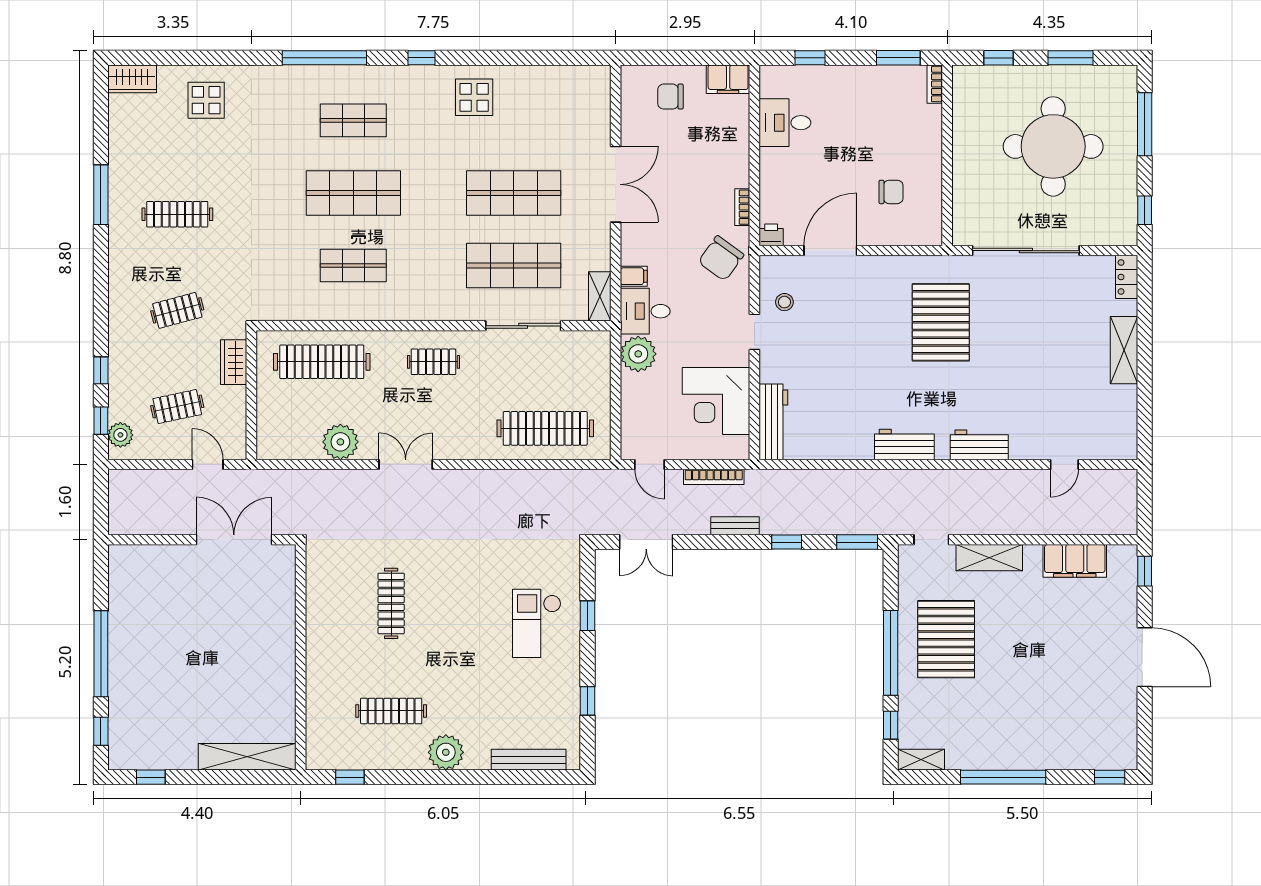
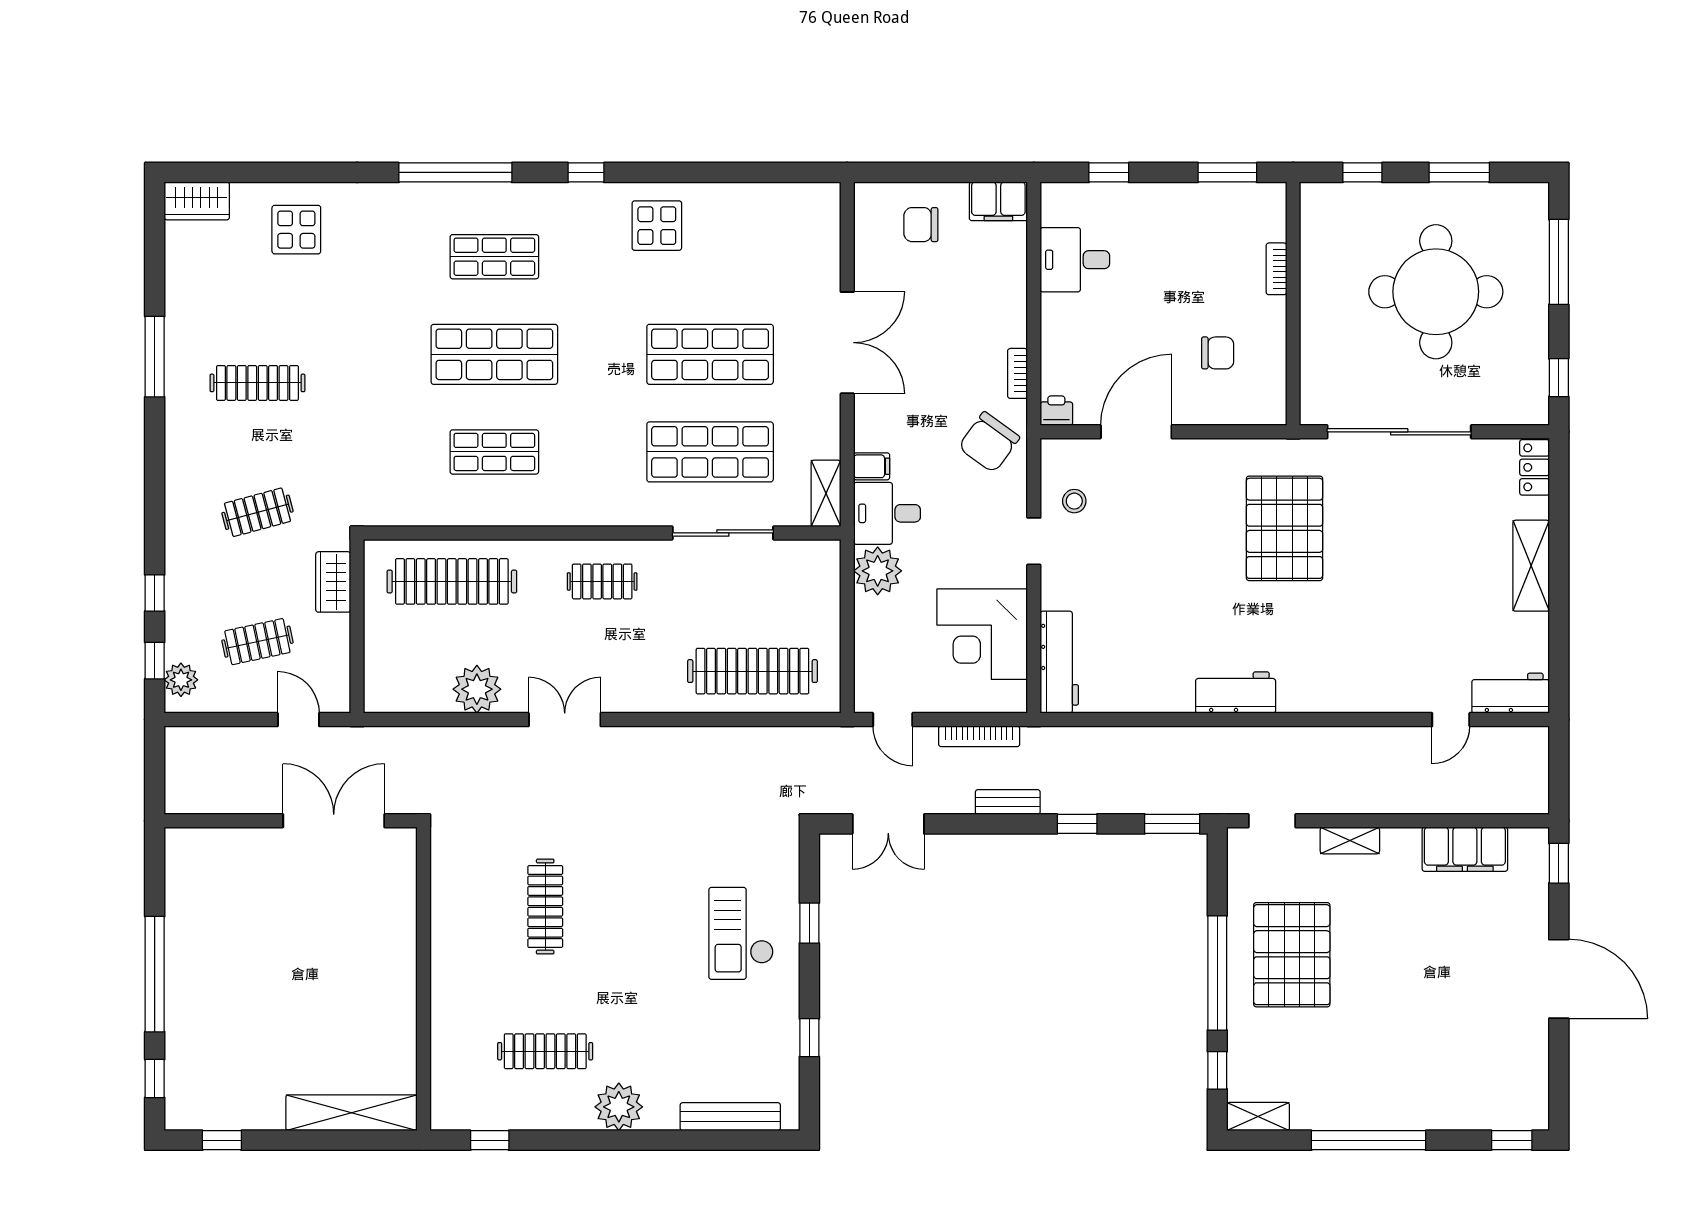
bookcase: (935, 84) -> (1276, 269), moved
workbench: (979, 445) -> (1511, 693), moved
shelving: (989, 558) -> (1350, 840), width x0.67, depth x0.75

